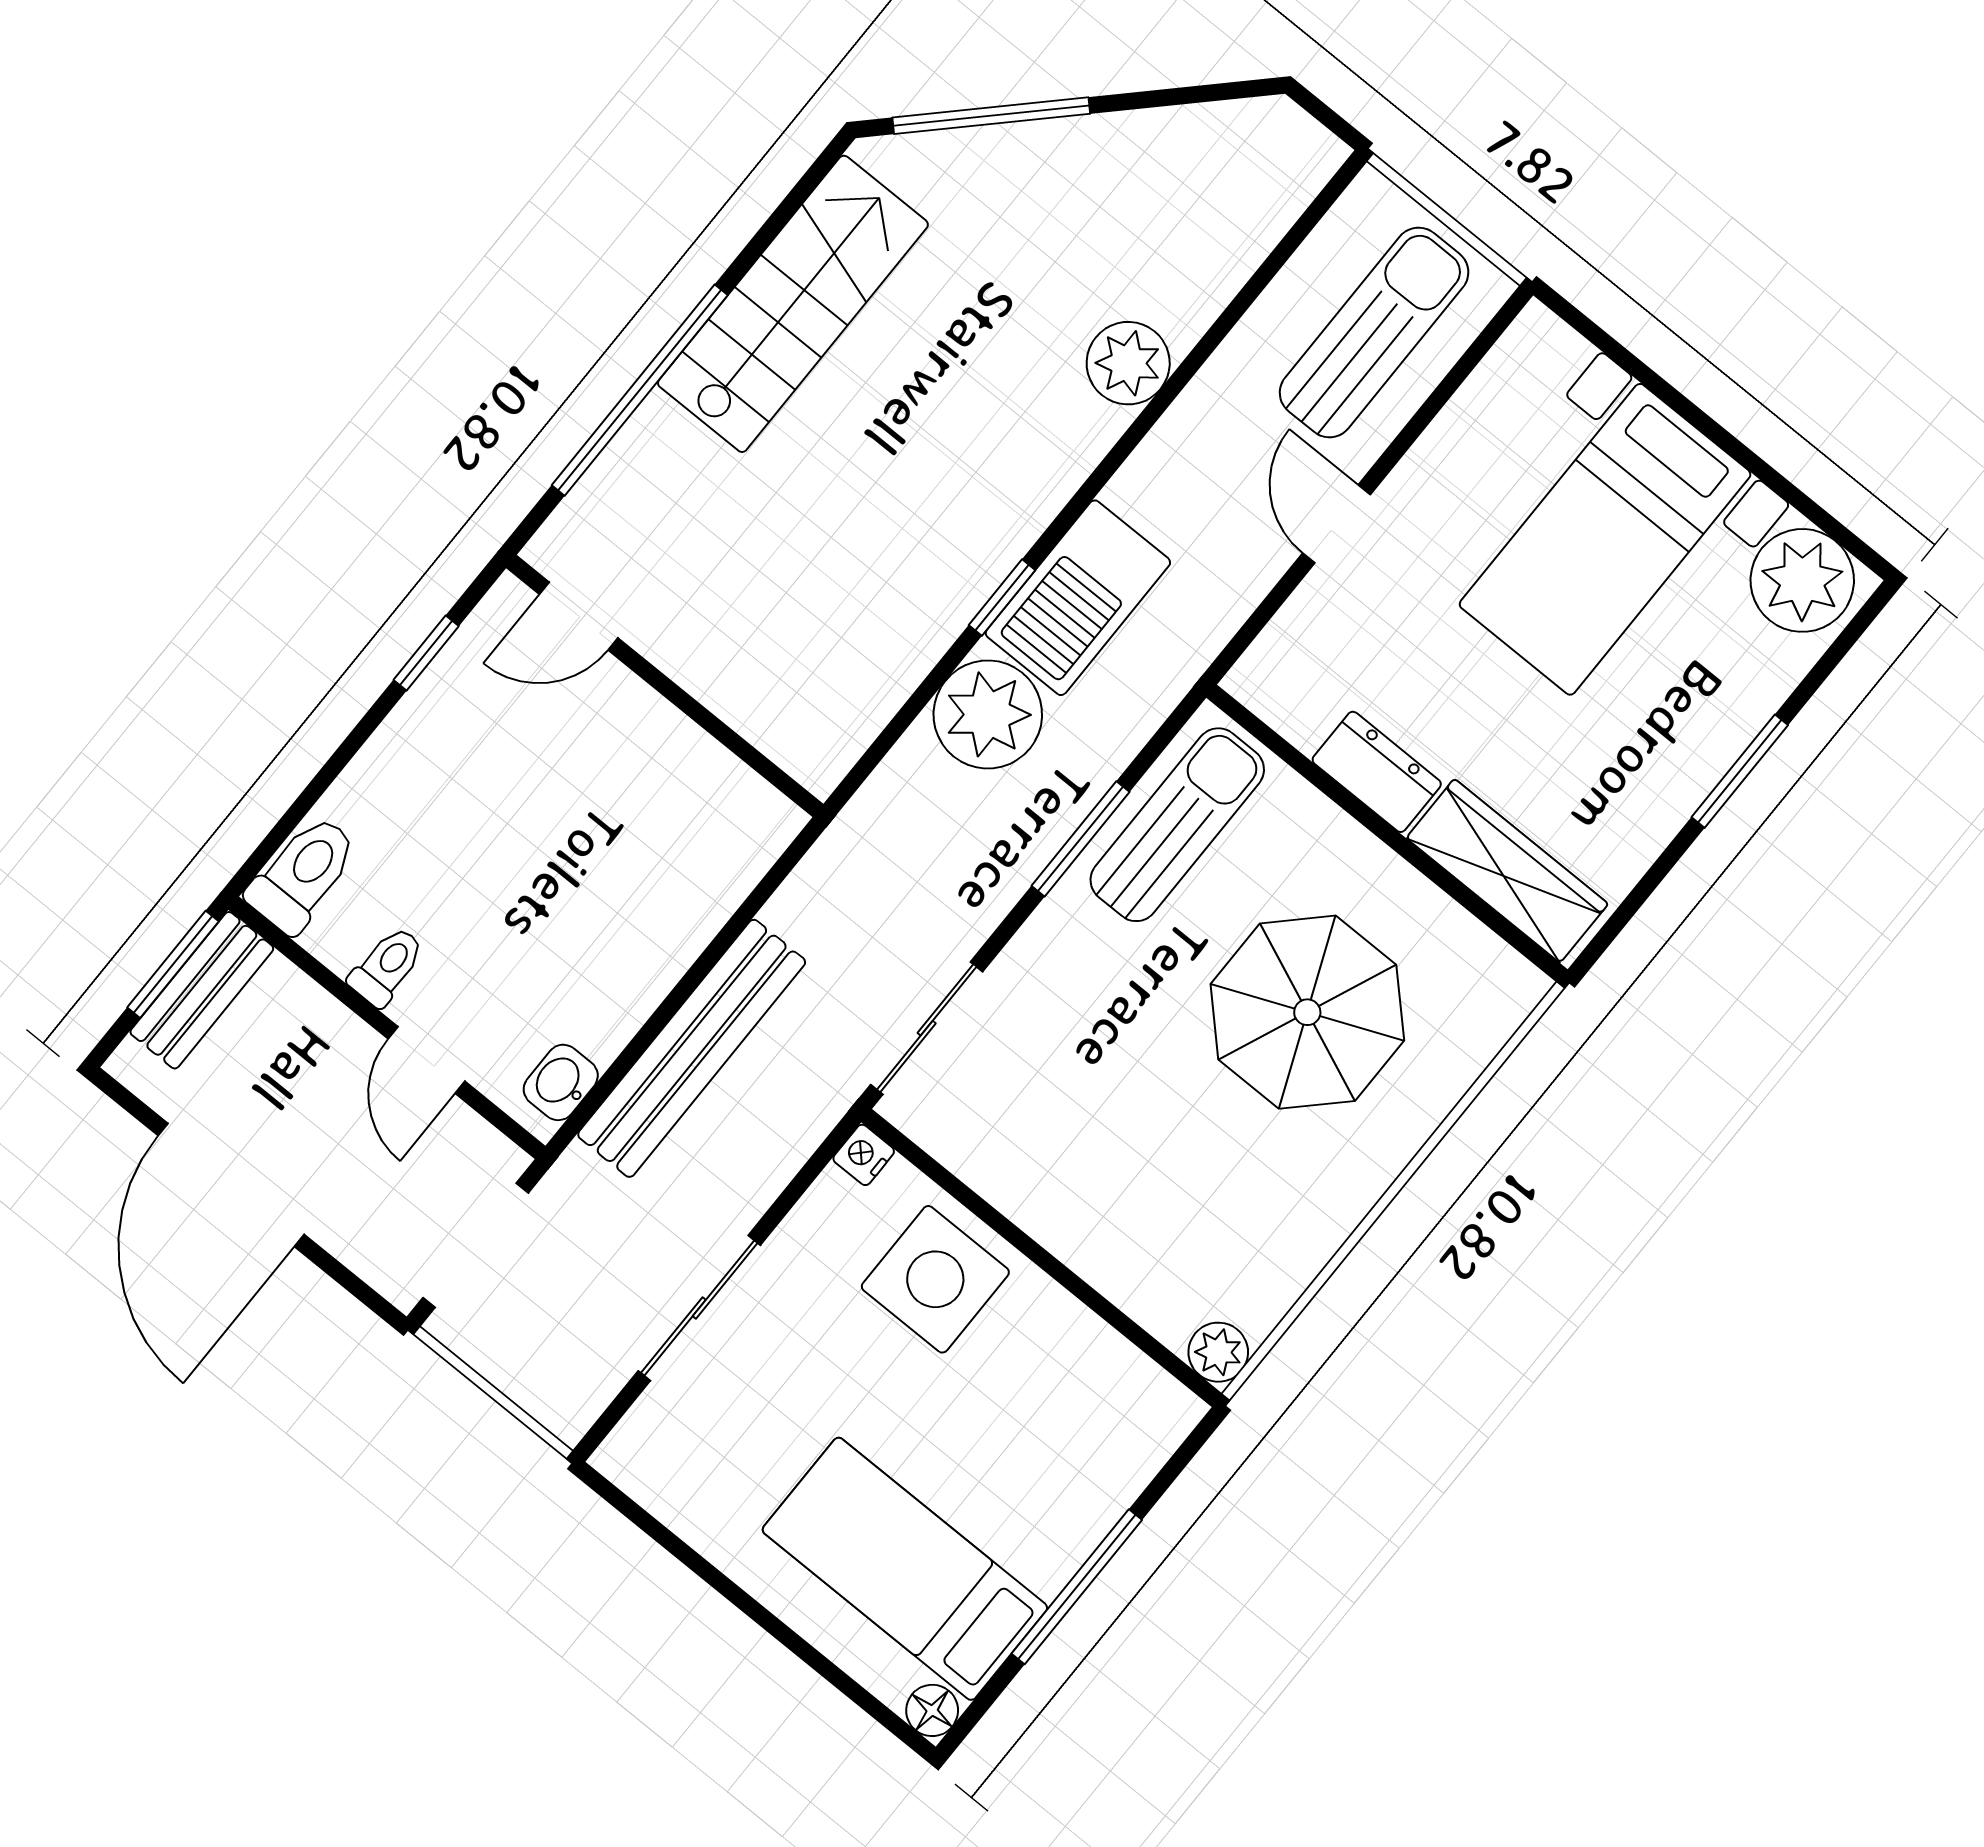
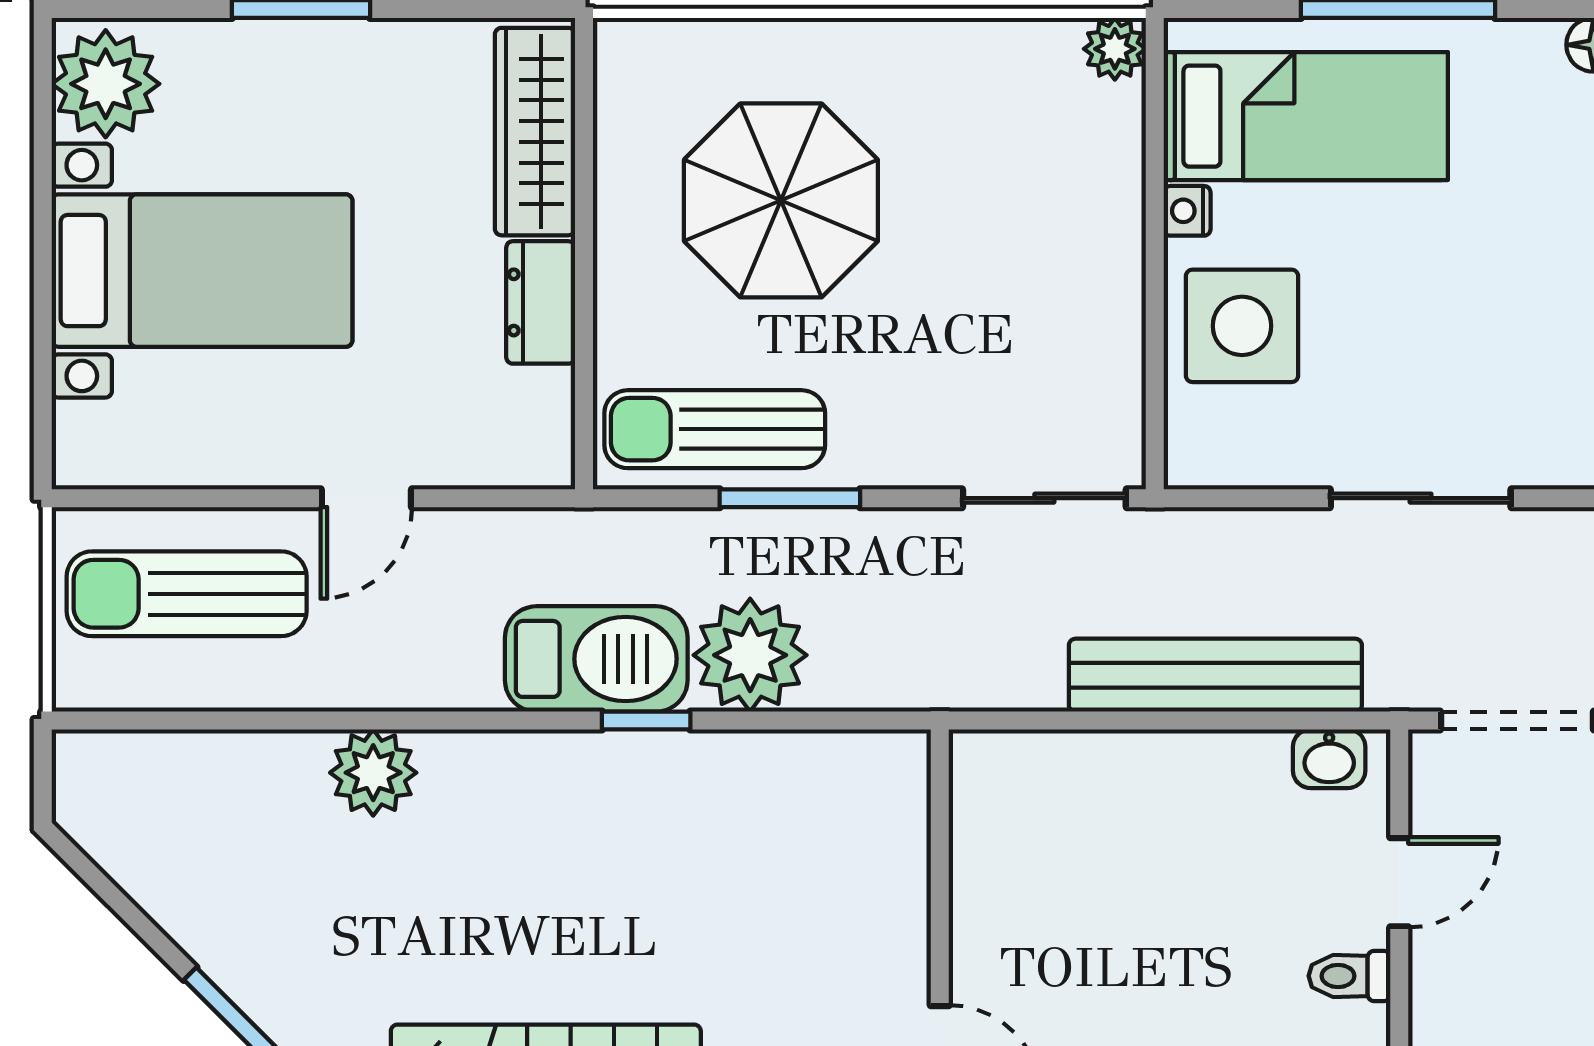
nightstand: (864, 1155) -> (1187, 211), moved, turned 90
bed: (905, 1569) -> (1306, 116), moved, turned -90

